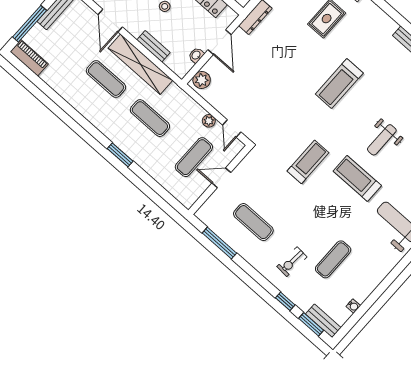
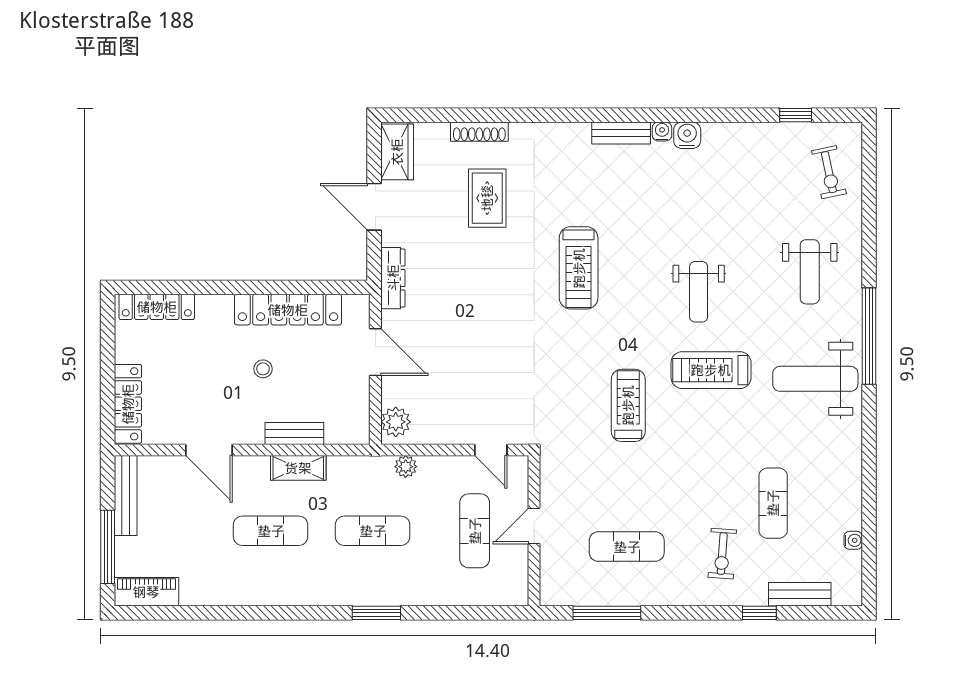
washbasin: (196, 55) -> (360, 396), removed
shelving: (140, 64) -> (298, 468), width x0.45, depth x0.75
plant: (209, 121) -> (406, 467), moved
bench: (323, 321) -> (800, 594), moved
window: (311, 324) -> (819, 613), removed

